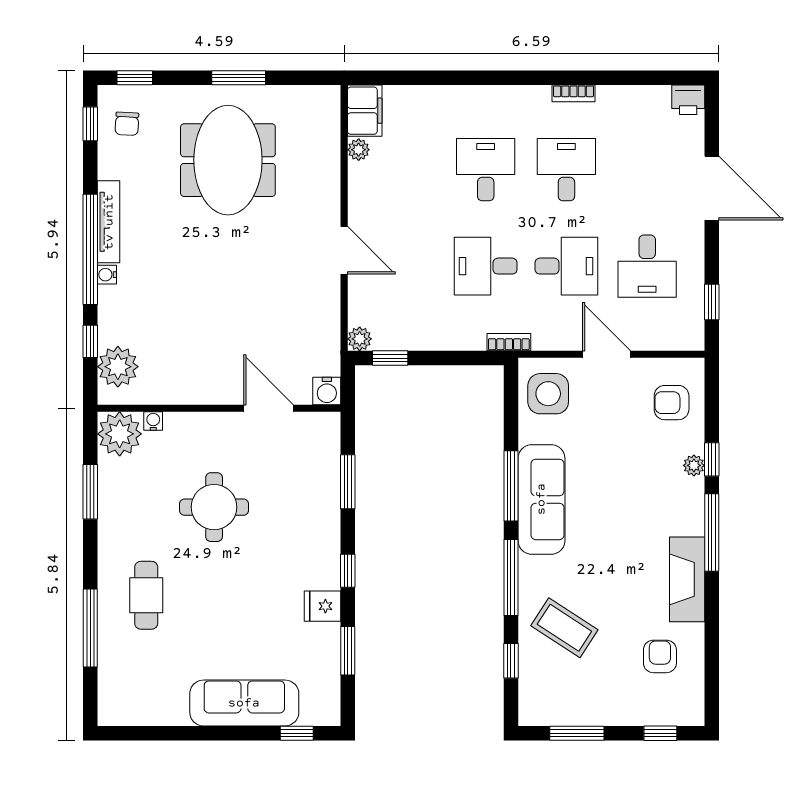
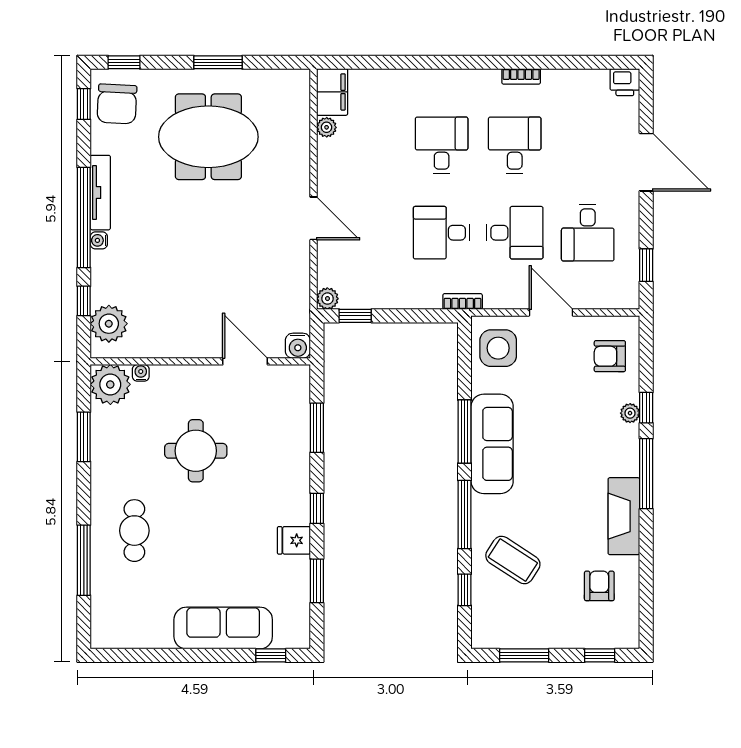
chair: (127, 124) -> (117, 104), width x1.87, depth x1.87
meeting table: (228, 160) -> (208, 137), turned 90

